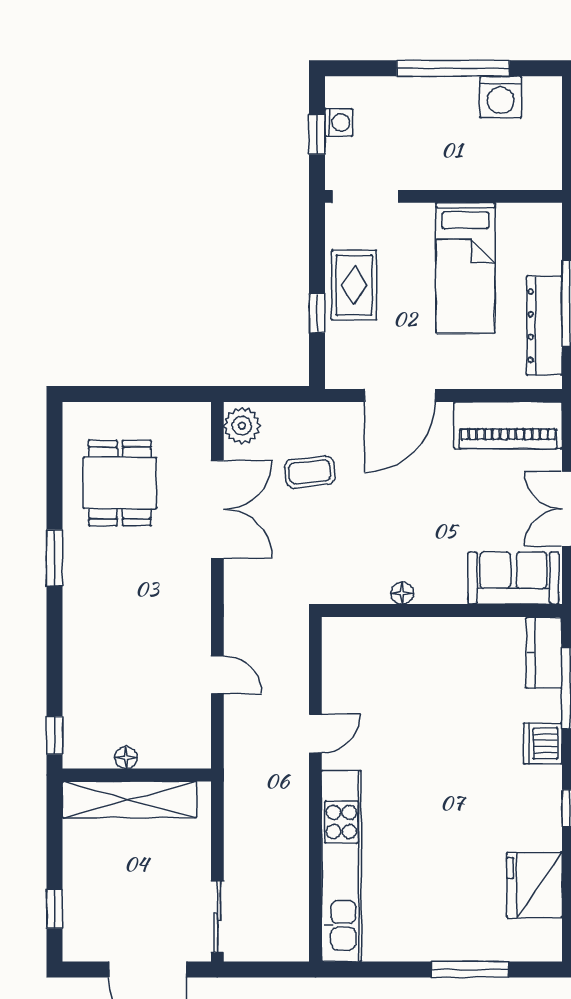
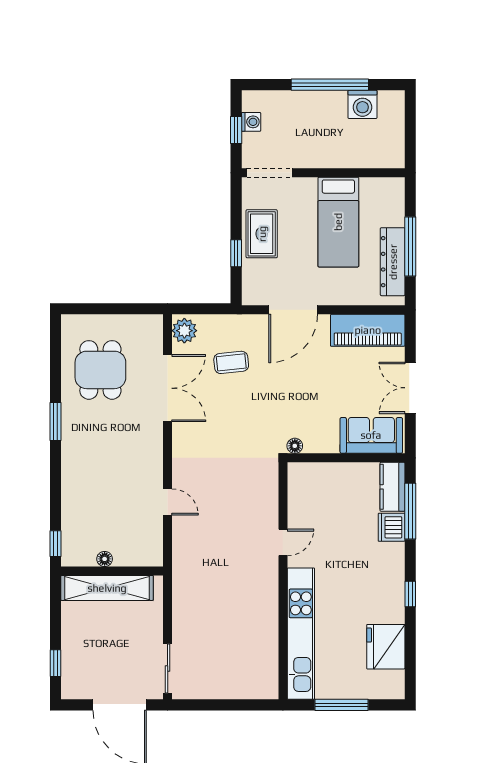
door: (315, 733) -> (283, 542), moved
dishwasher: (543, 744) -> (392, 527), moved
wall: (315, 789) -> (283, 581), moved
kitchen unit: (341, 866) -> (301, 634), moved

